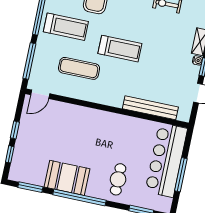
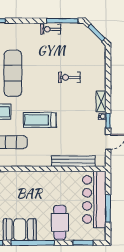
treadmill: (120, 49) -> (40, 120), turned 180
cafe table: (118, 179) -> (60, 222), width x1.37, depth x1.35

